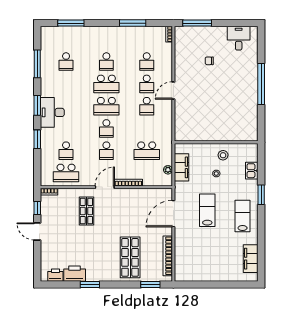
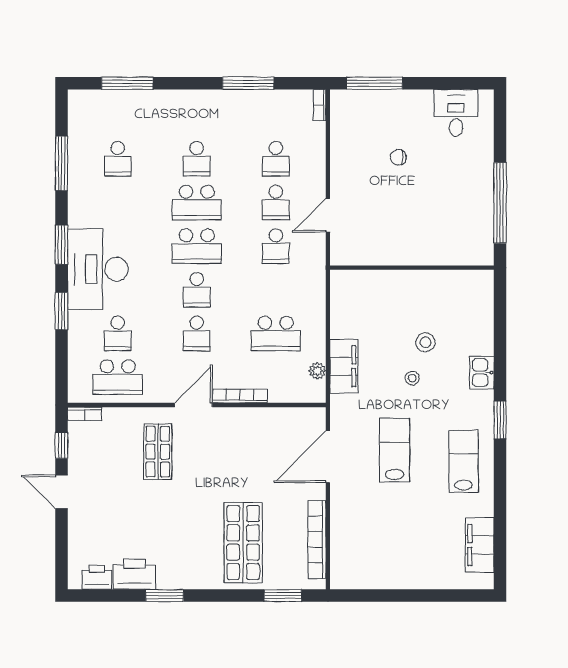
desk: (52, 112) -> (98, 269), width x1.36, depth x1.30
wall: (216, 142) -> (412, 268), moved

